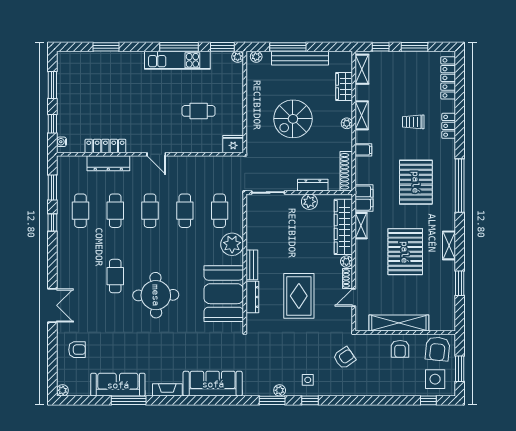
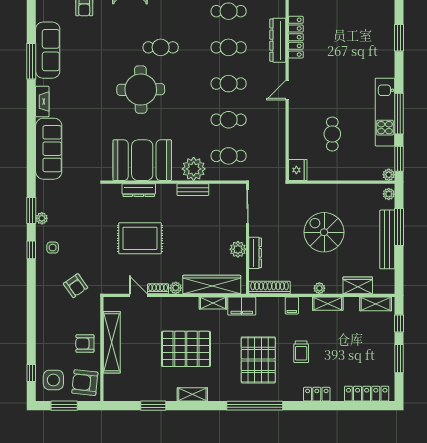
trolley: (413, 122) -> (301, 352), moved, turned 180
pallet: (416, 182) -> (258, 360), turned 90
bench: (252, 265) -> (193, 190), moved

